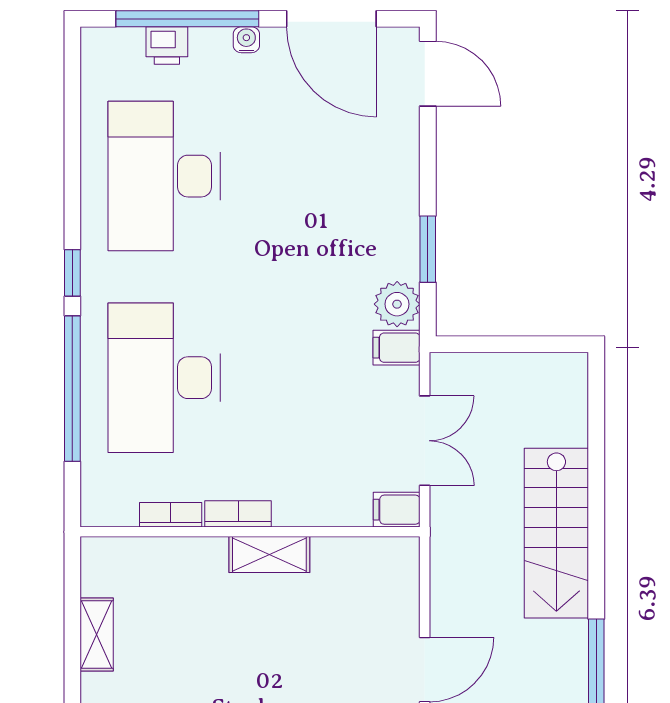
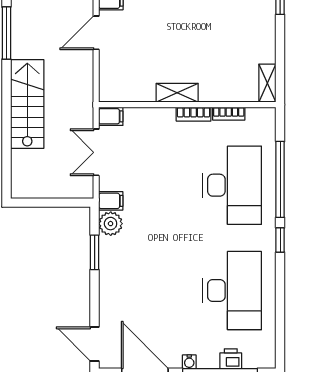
shelving: (97, 634) -> (267, 83), moved

